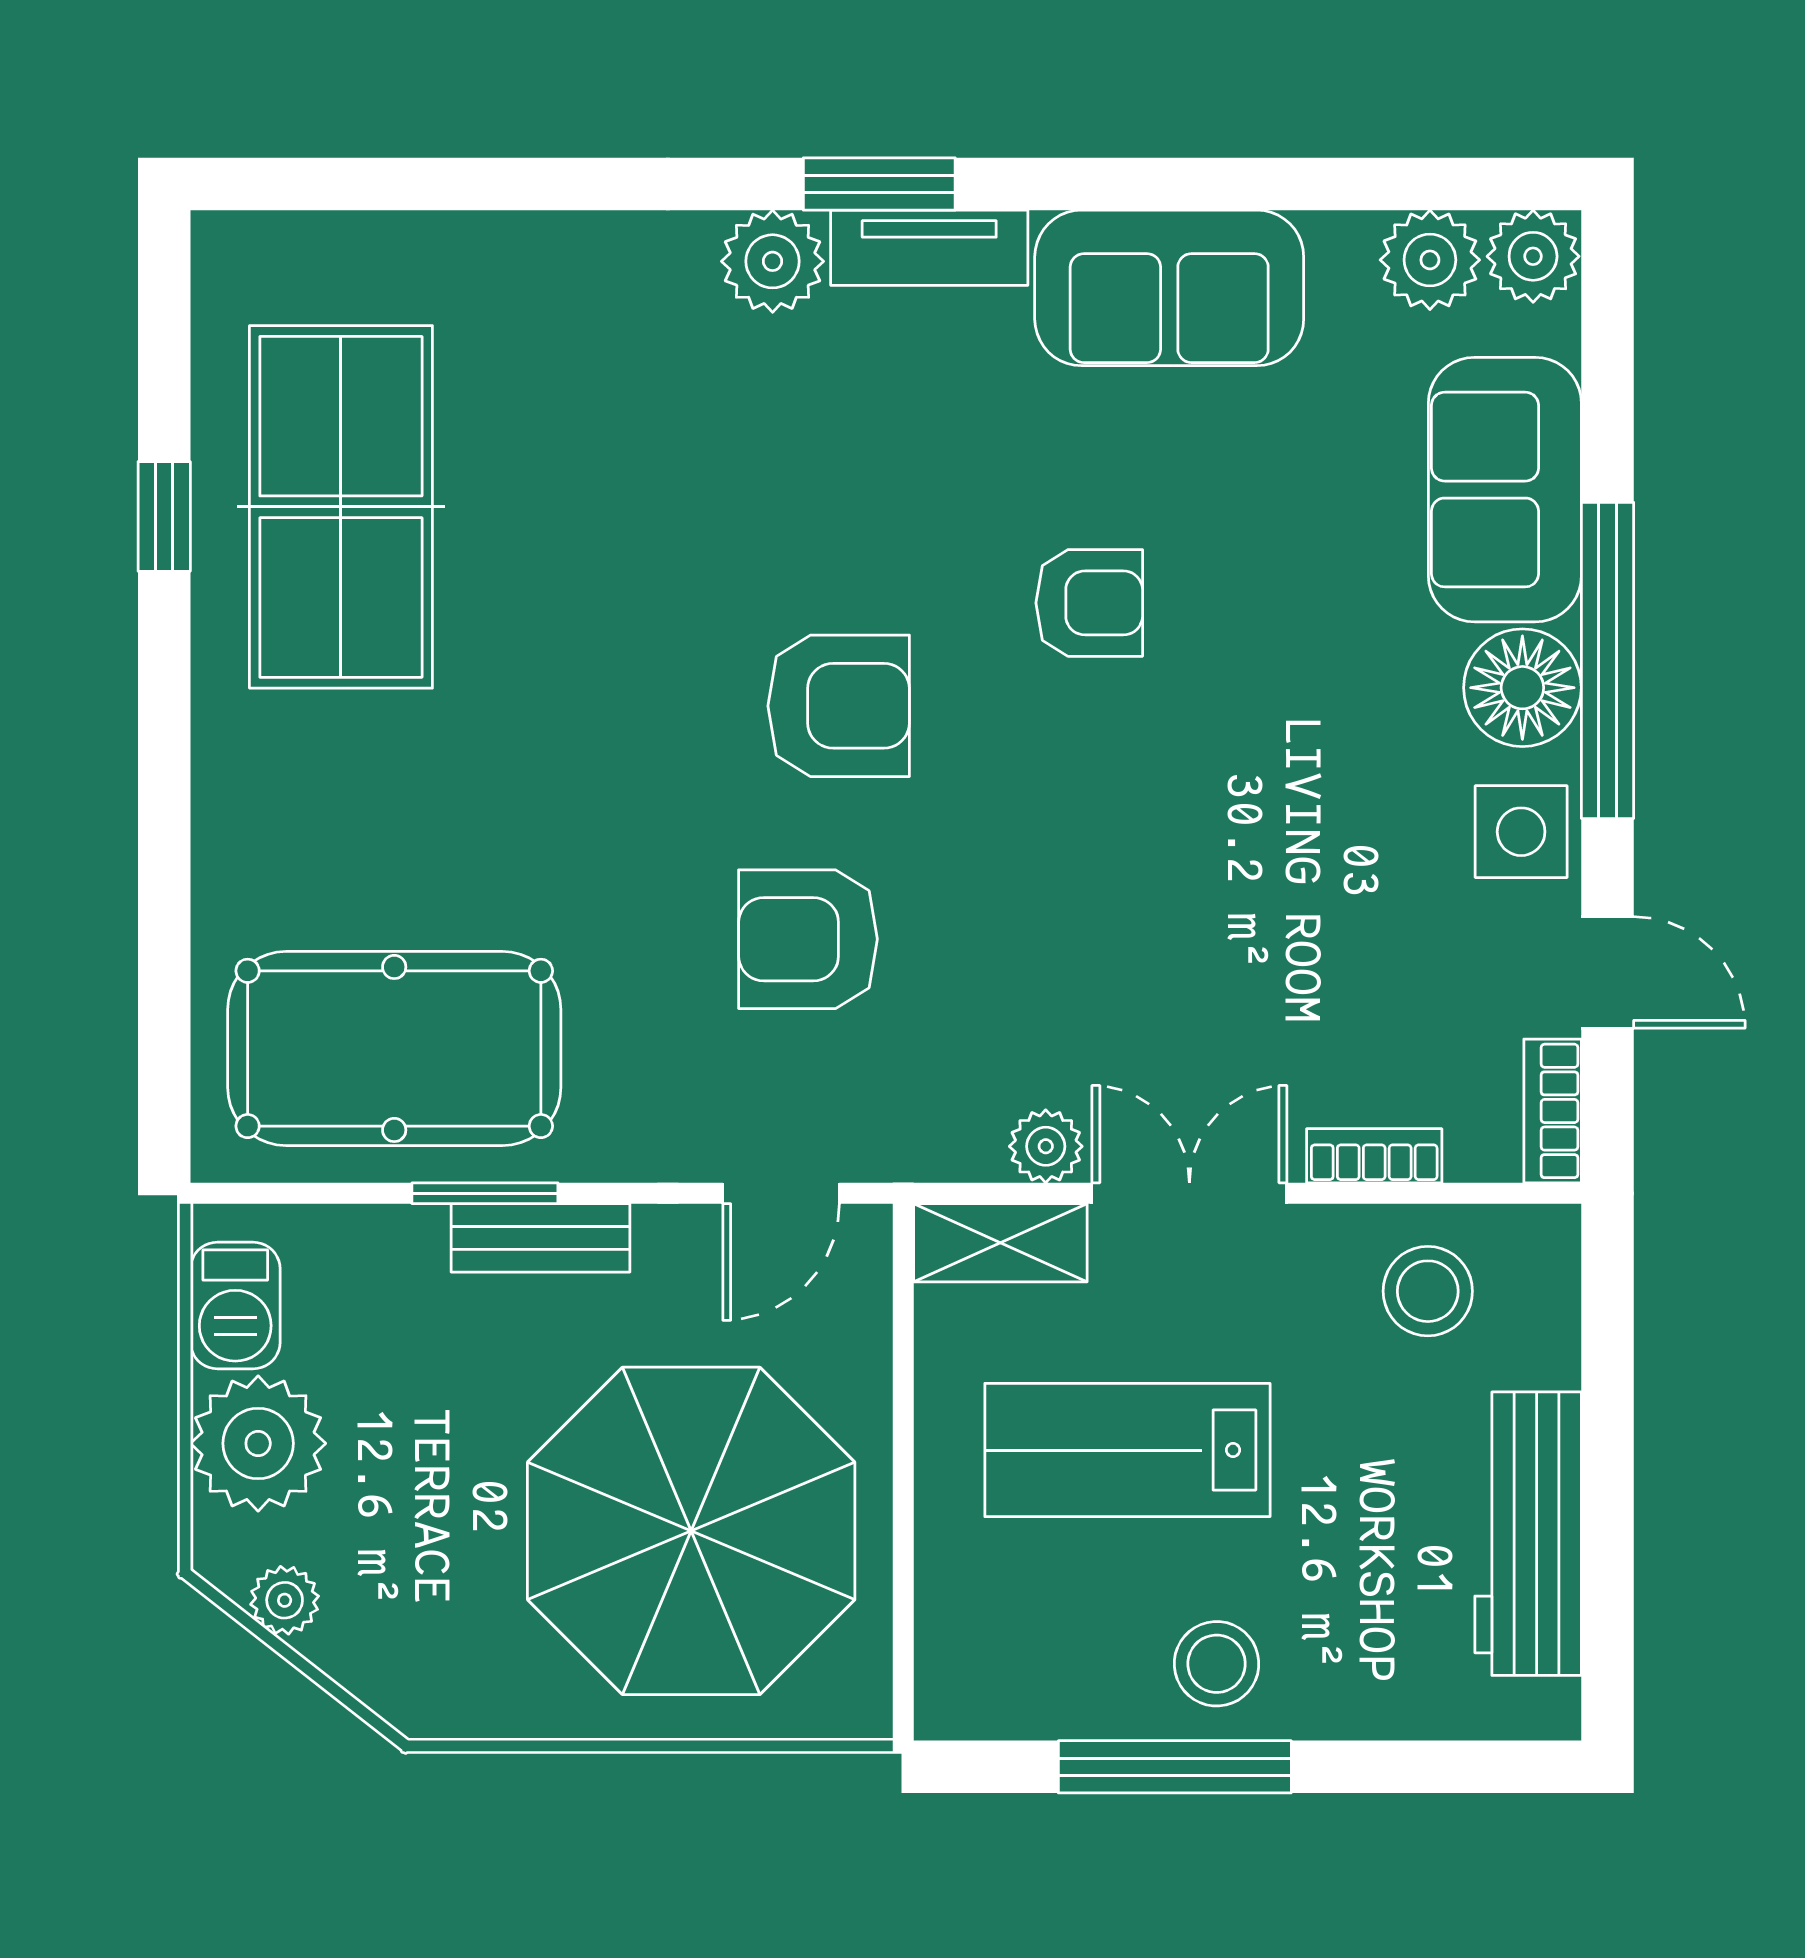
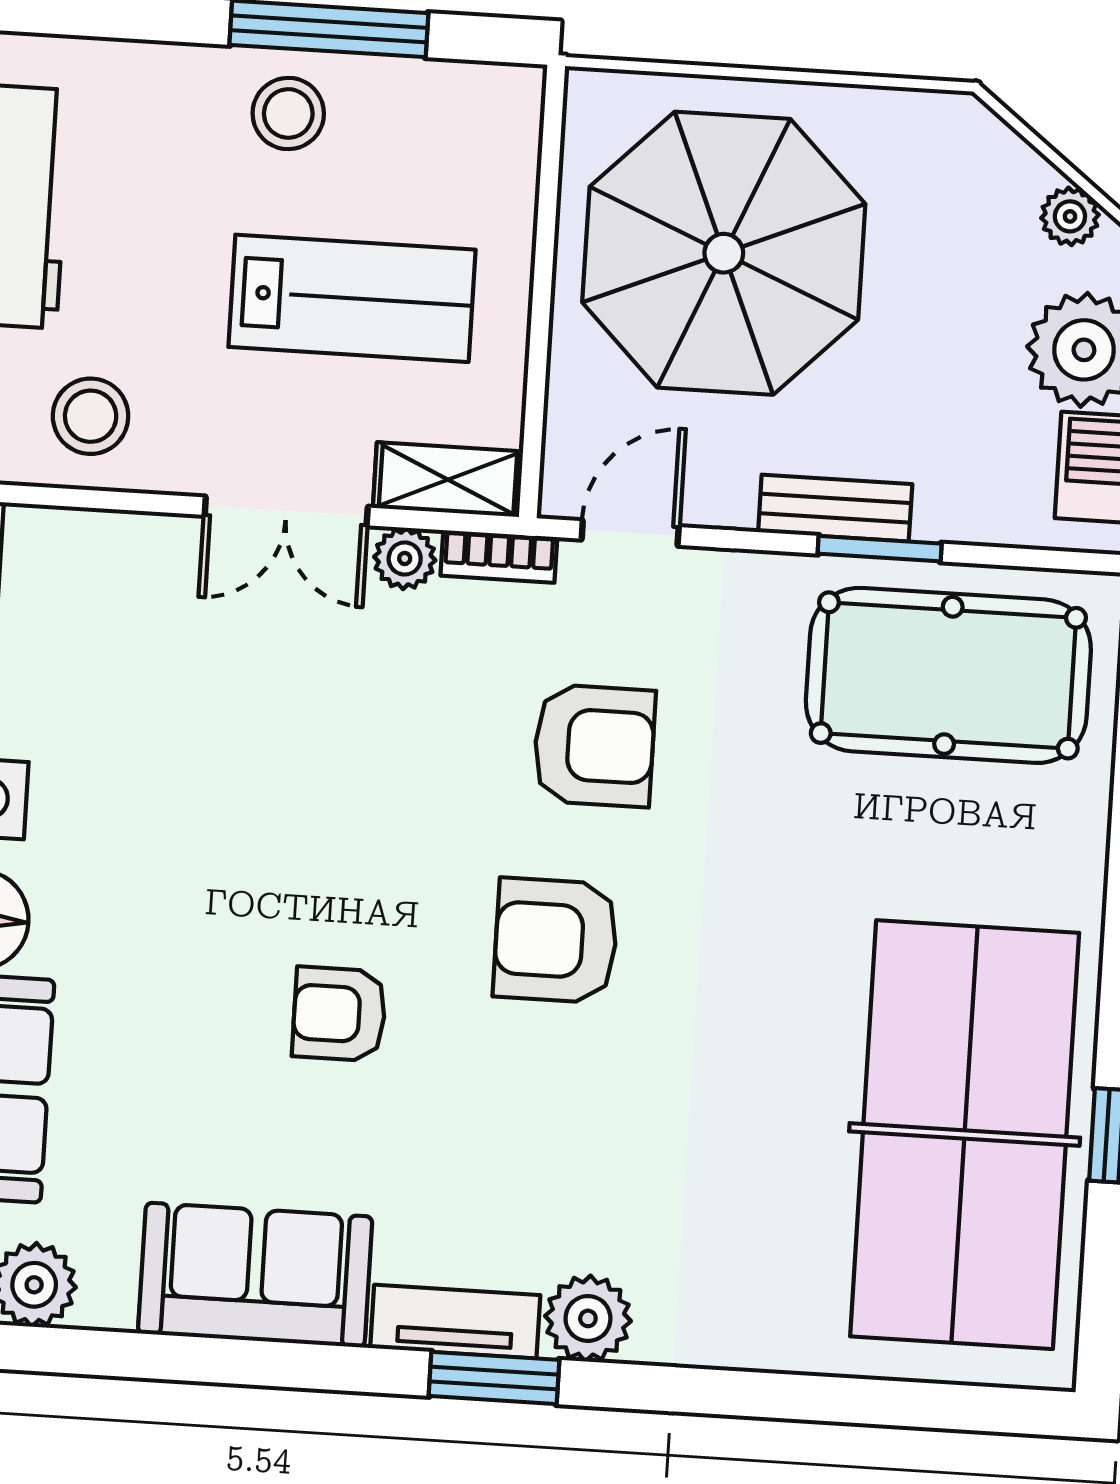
table tennis table: (341, 507) -> (965, 1135), width x1.36, depth x1.32
bookcase: (1374, 1156) -> (499, 556), moved

